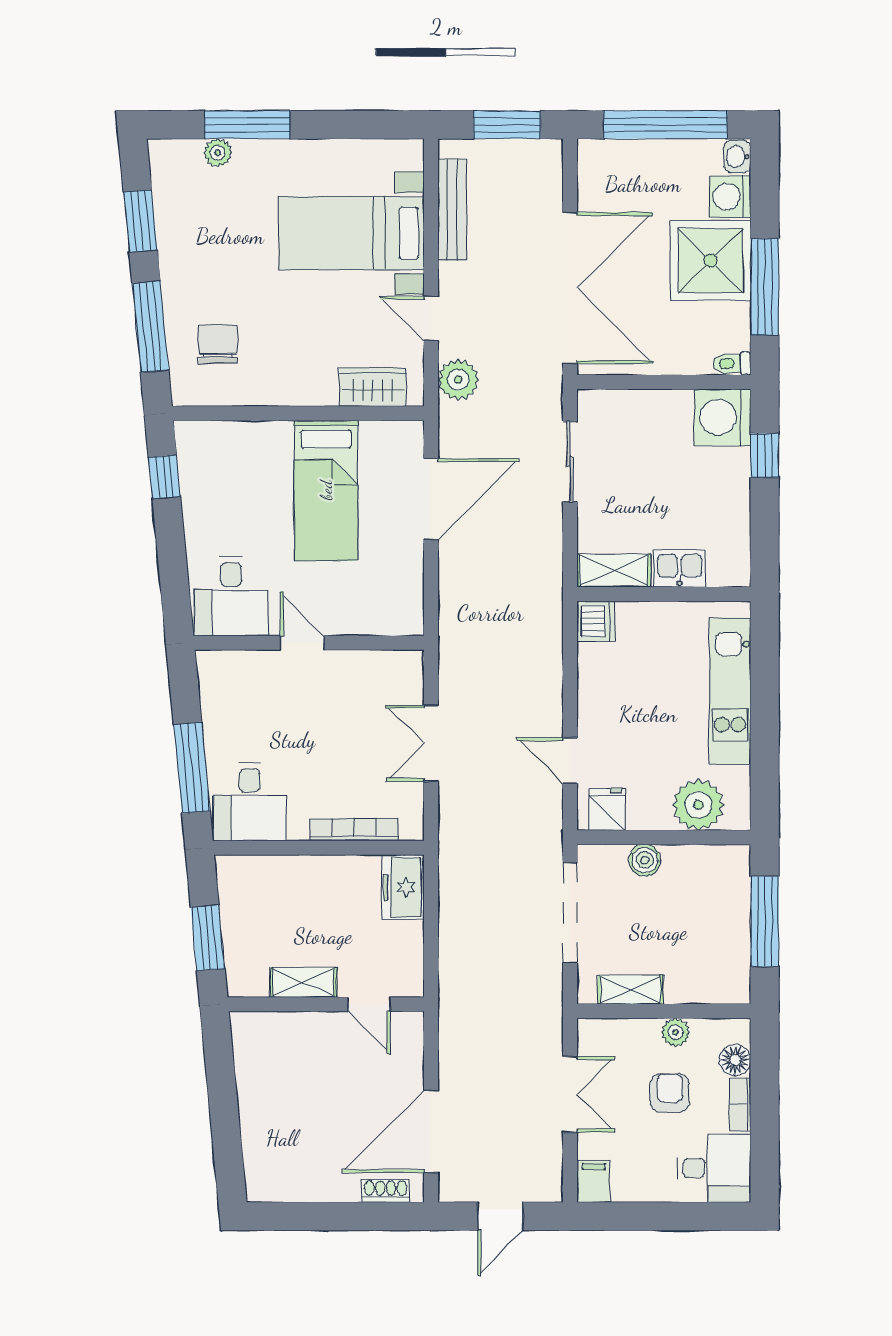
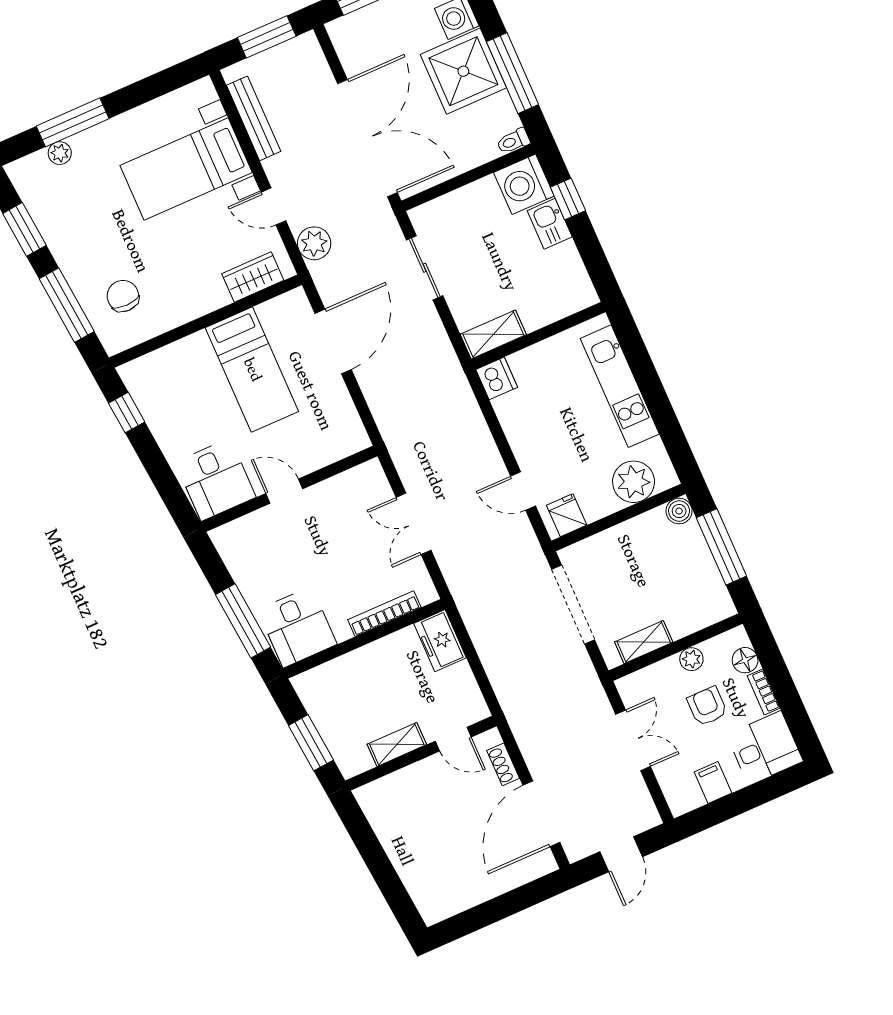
kitchen sink: (680, 568) -> (550, 224), moved, turned -90
boiler: (645, 860) -> (679, 511), moved
filing cabinet: (594, 1181) -> (713, 782), moved
shoe rack: (386, 1191) -> (503, 764), moved, turned -90

